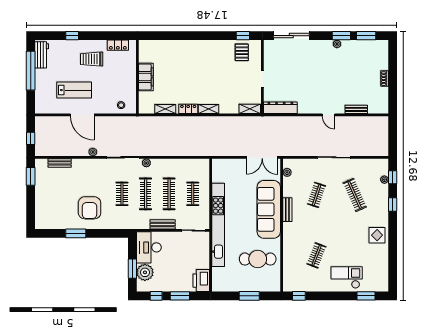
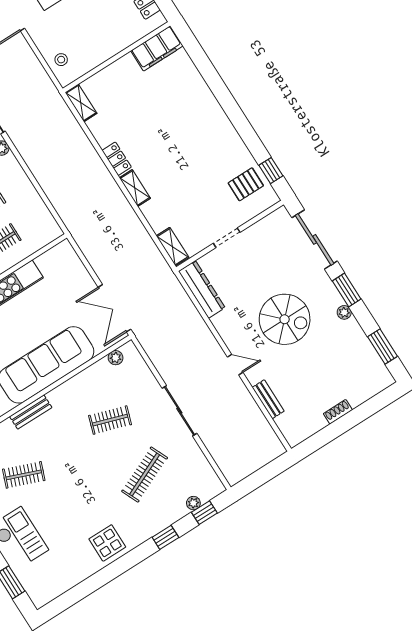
window: (341, 36) -> (347, 290), moved
spiral stairs: (322, 76) -> (285, 319), added
filing cabinet: (146, 77) -> (157, 48), moved
shelving: (165, 109) -> (81, 103), moved
door: (328, 115) -> (235, 365), swing flipped
bench: (287, 210) -> (31, 412), moved

